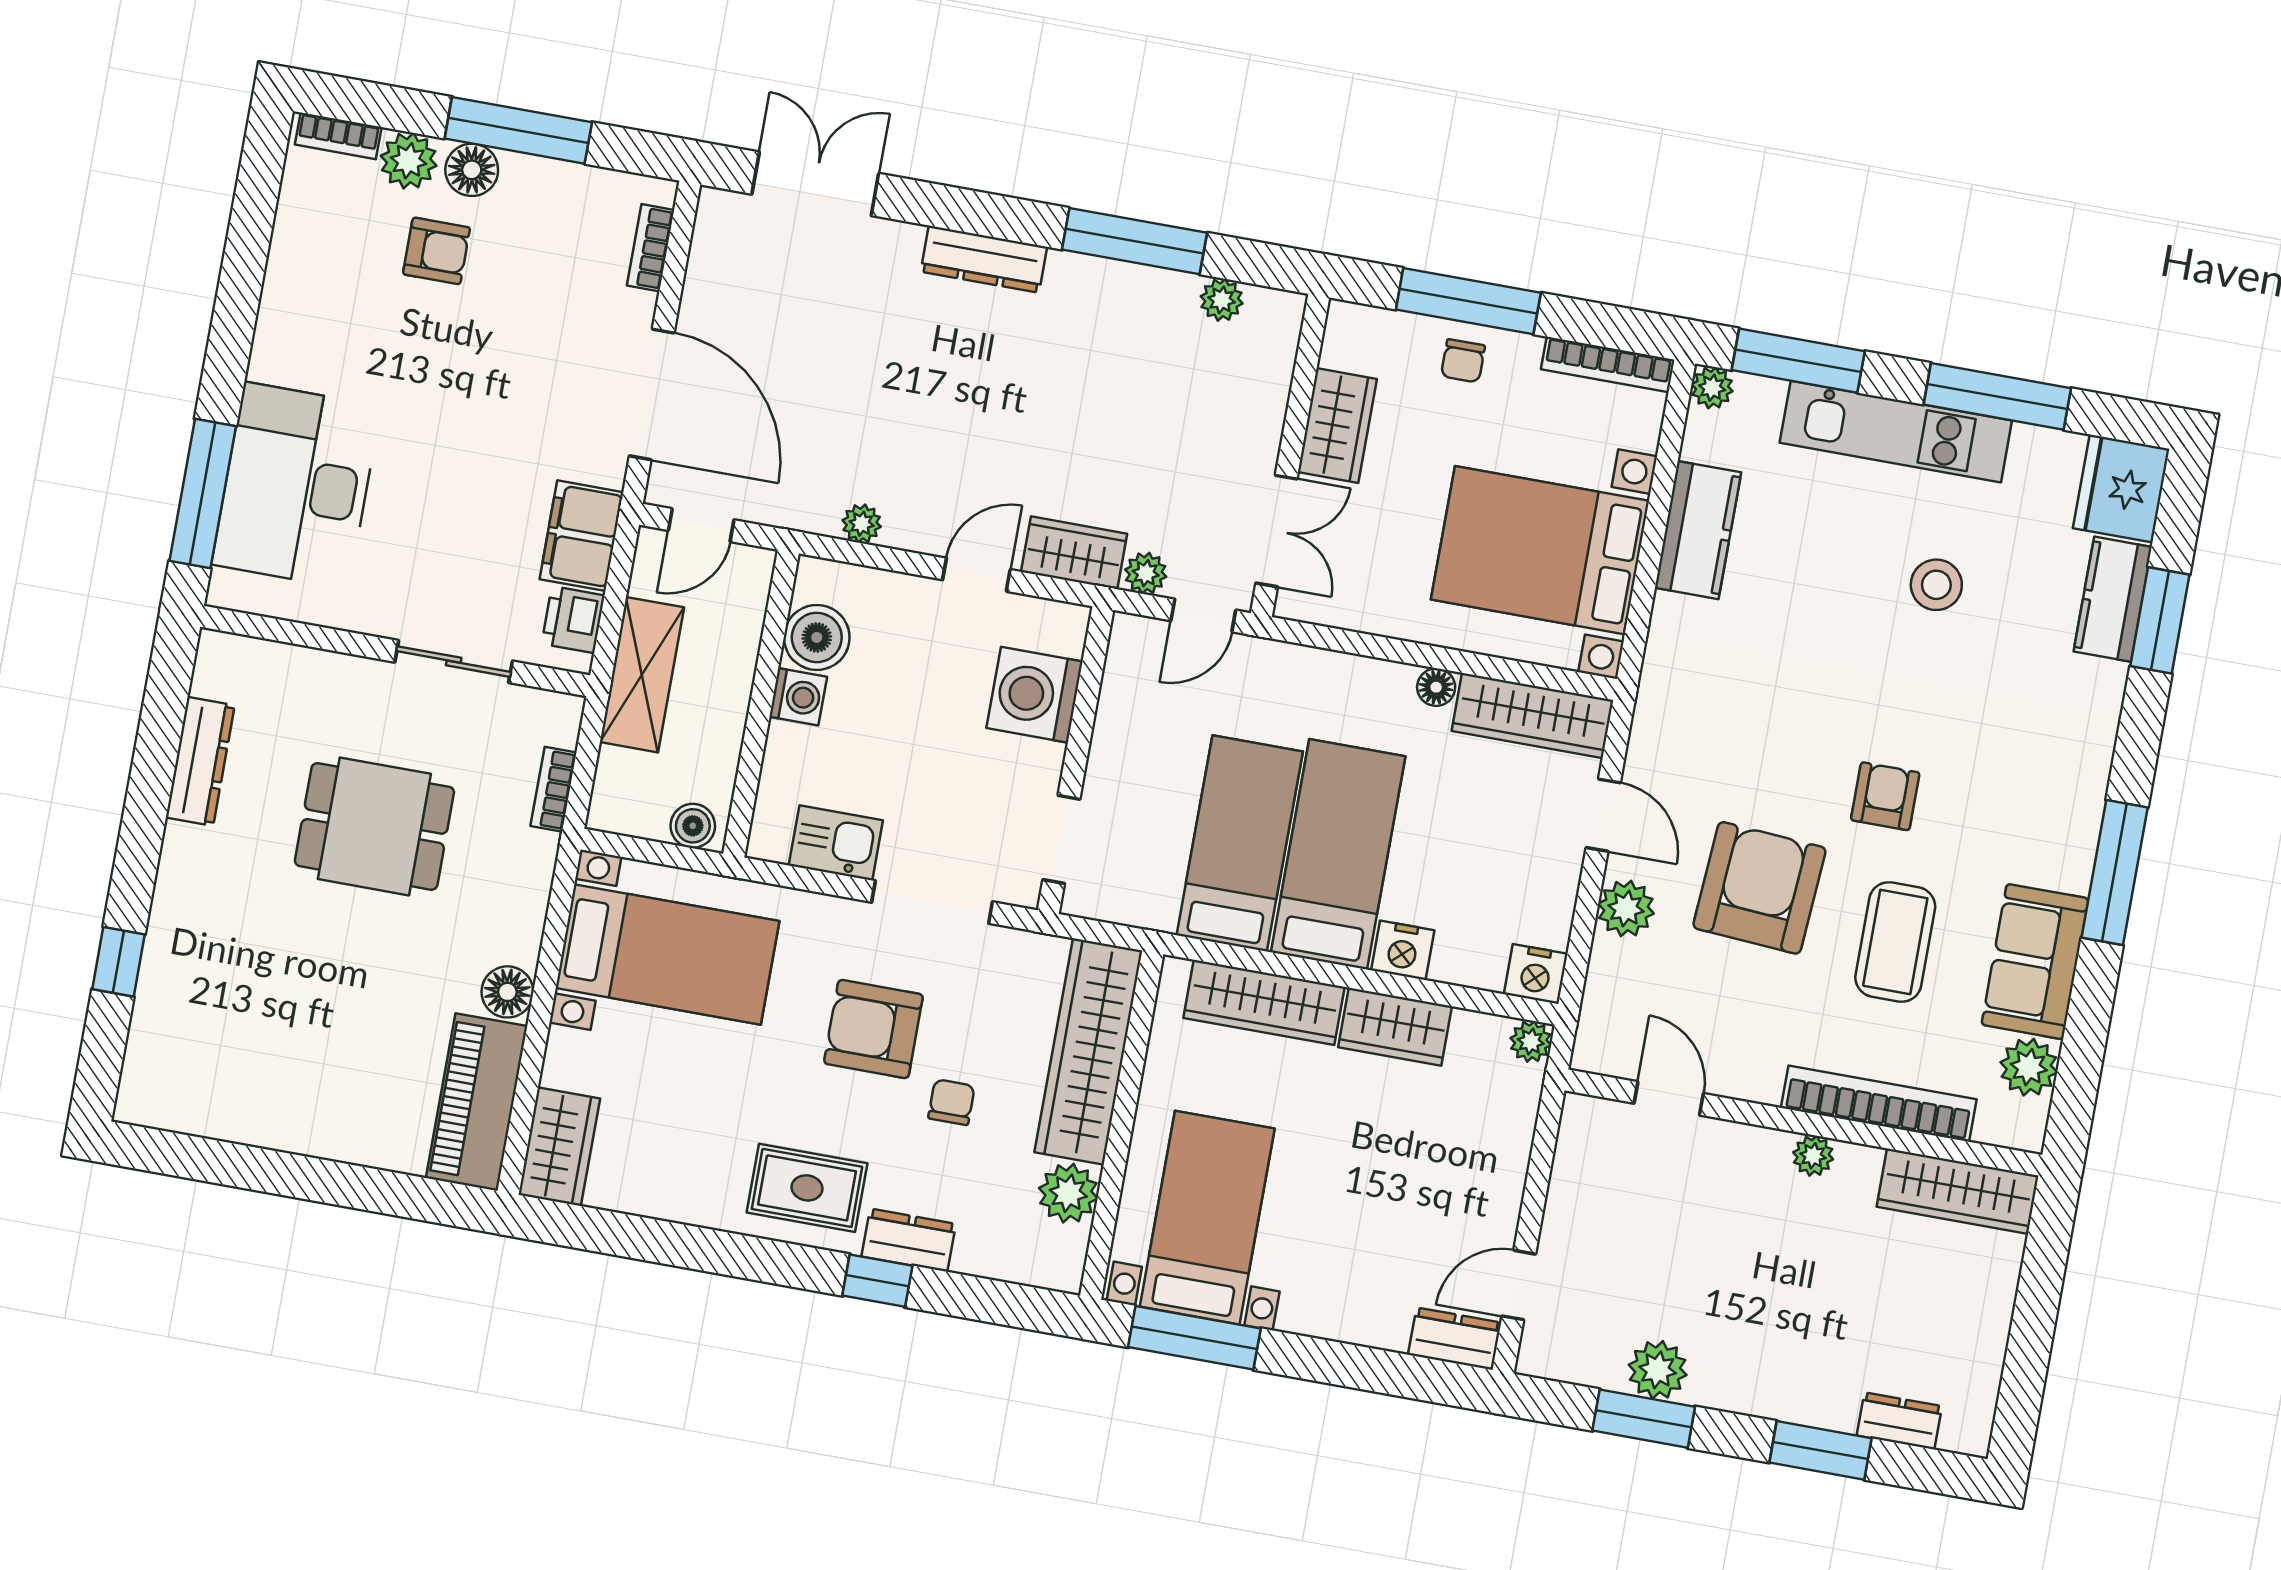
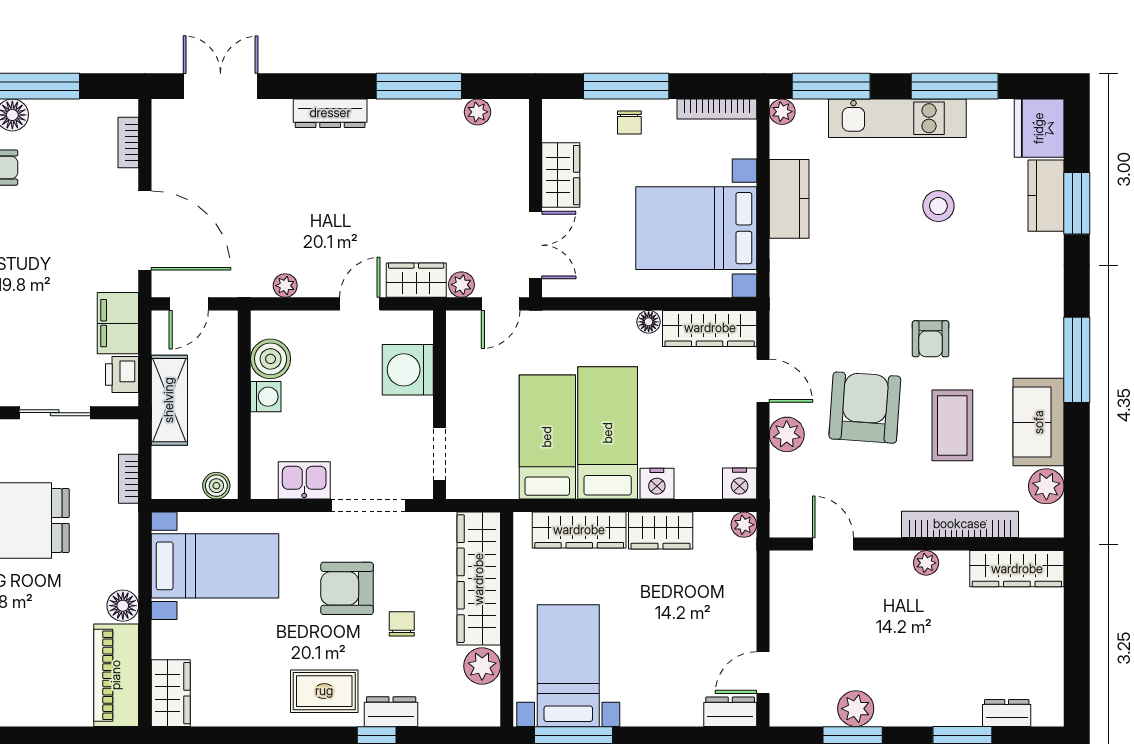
armchair: (1885, 796) -> (931, 339), turned 180

